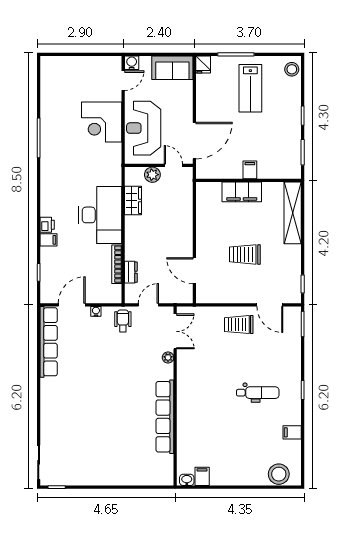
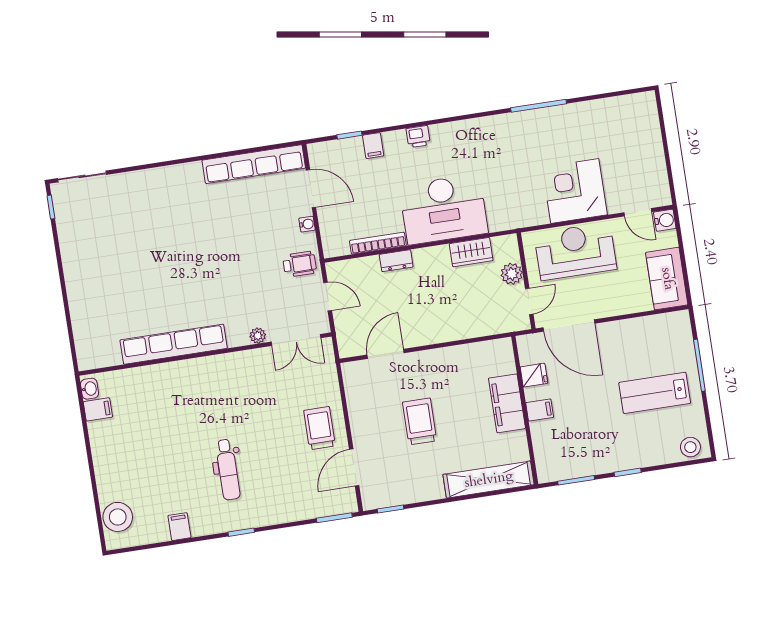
fridge: (203, 64) -> (534, 375), moved, turned 180
filing cabinet: (49, 240) -> (373, 146), moved
dresser: (131, 272) -> (396, 261), moved

